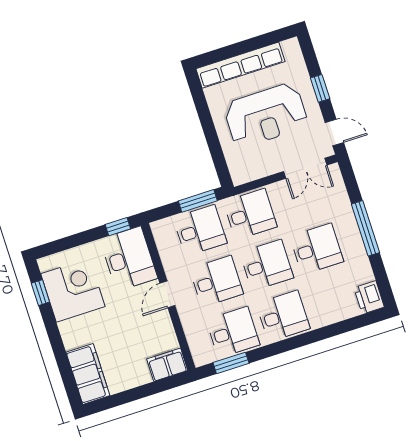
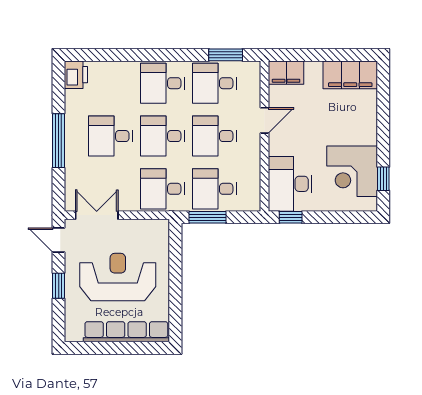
door: (167, 294) -> (264, 120), moved
filing cabinet: (88, 374) -> (350, 75), moved, turned -90

